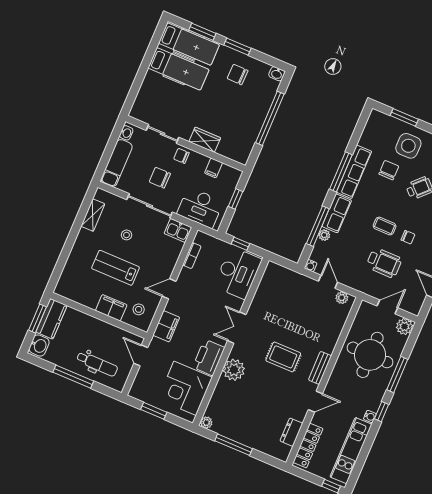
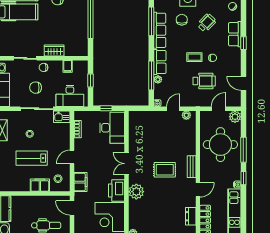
window: (341, 172) -> (151, 21), moved
door: (328, 282) -> (173, 109), hinge flipped

